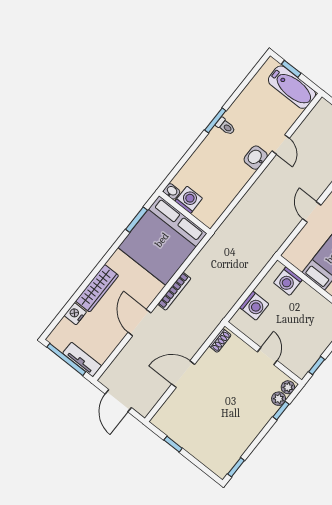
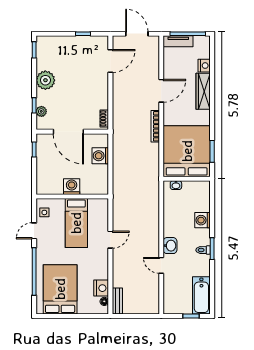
bathtub: (292, 87) -> (201, 295), moved, turned -90
washbasin: (172, 191) -> (176, 185), moved
washing machine: (189, 200) -> (203, 220), moved, turned 90
door: (312, 212) -> (110, 240), hinge flipped
washing machine: (288, 281) -> (72, 187), moved
door: (139, 323) -> (161, 91), hinge flipped
door: (267, 356) -> (68, 132), width x1.88
door: (183, 374) -> (110, 61), moved
plant: (288, 387) -> (45, 80), moved, width x1.88, depth x1.88

